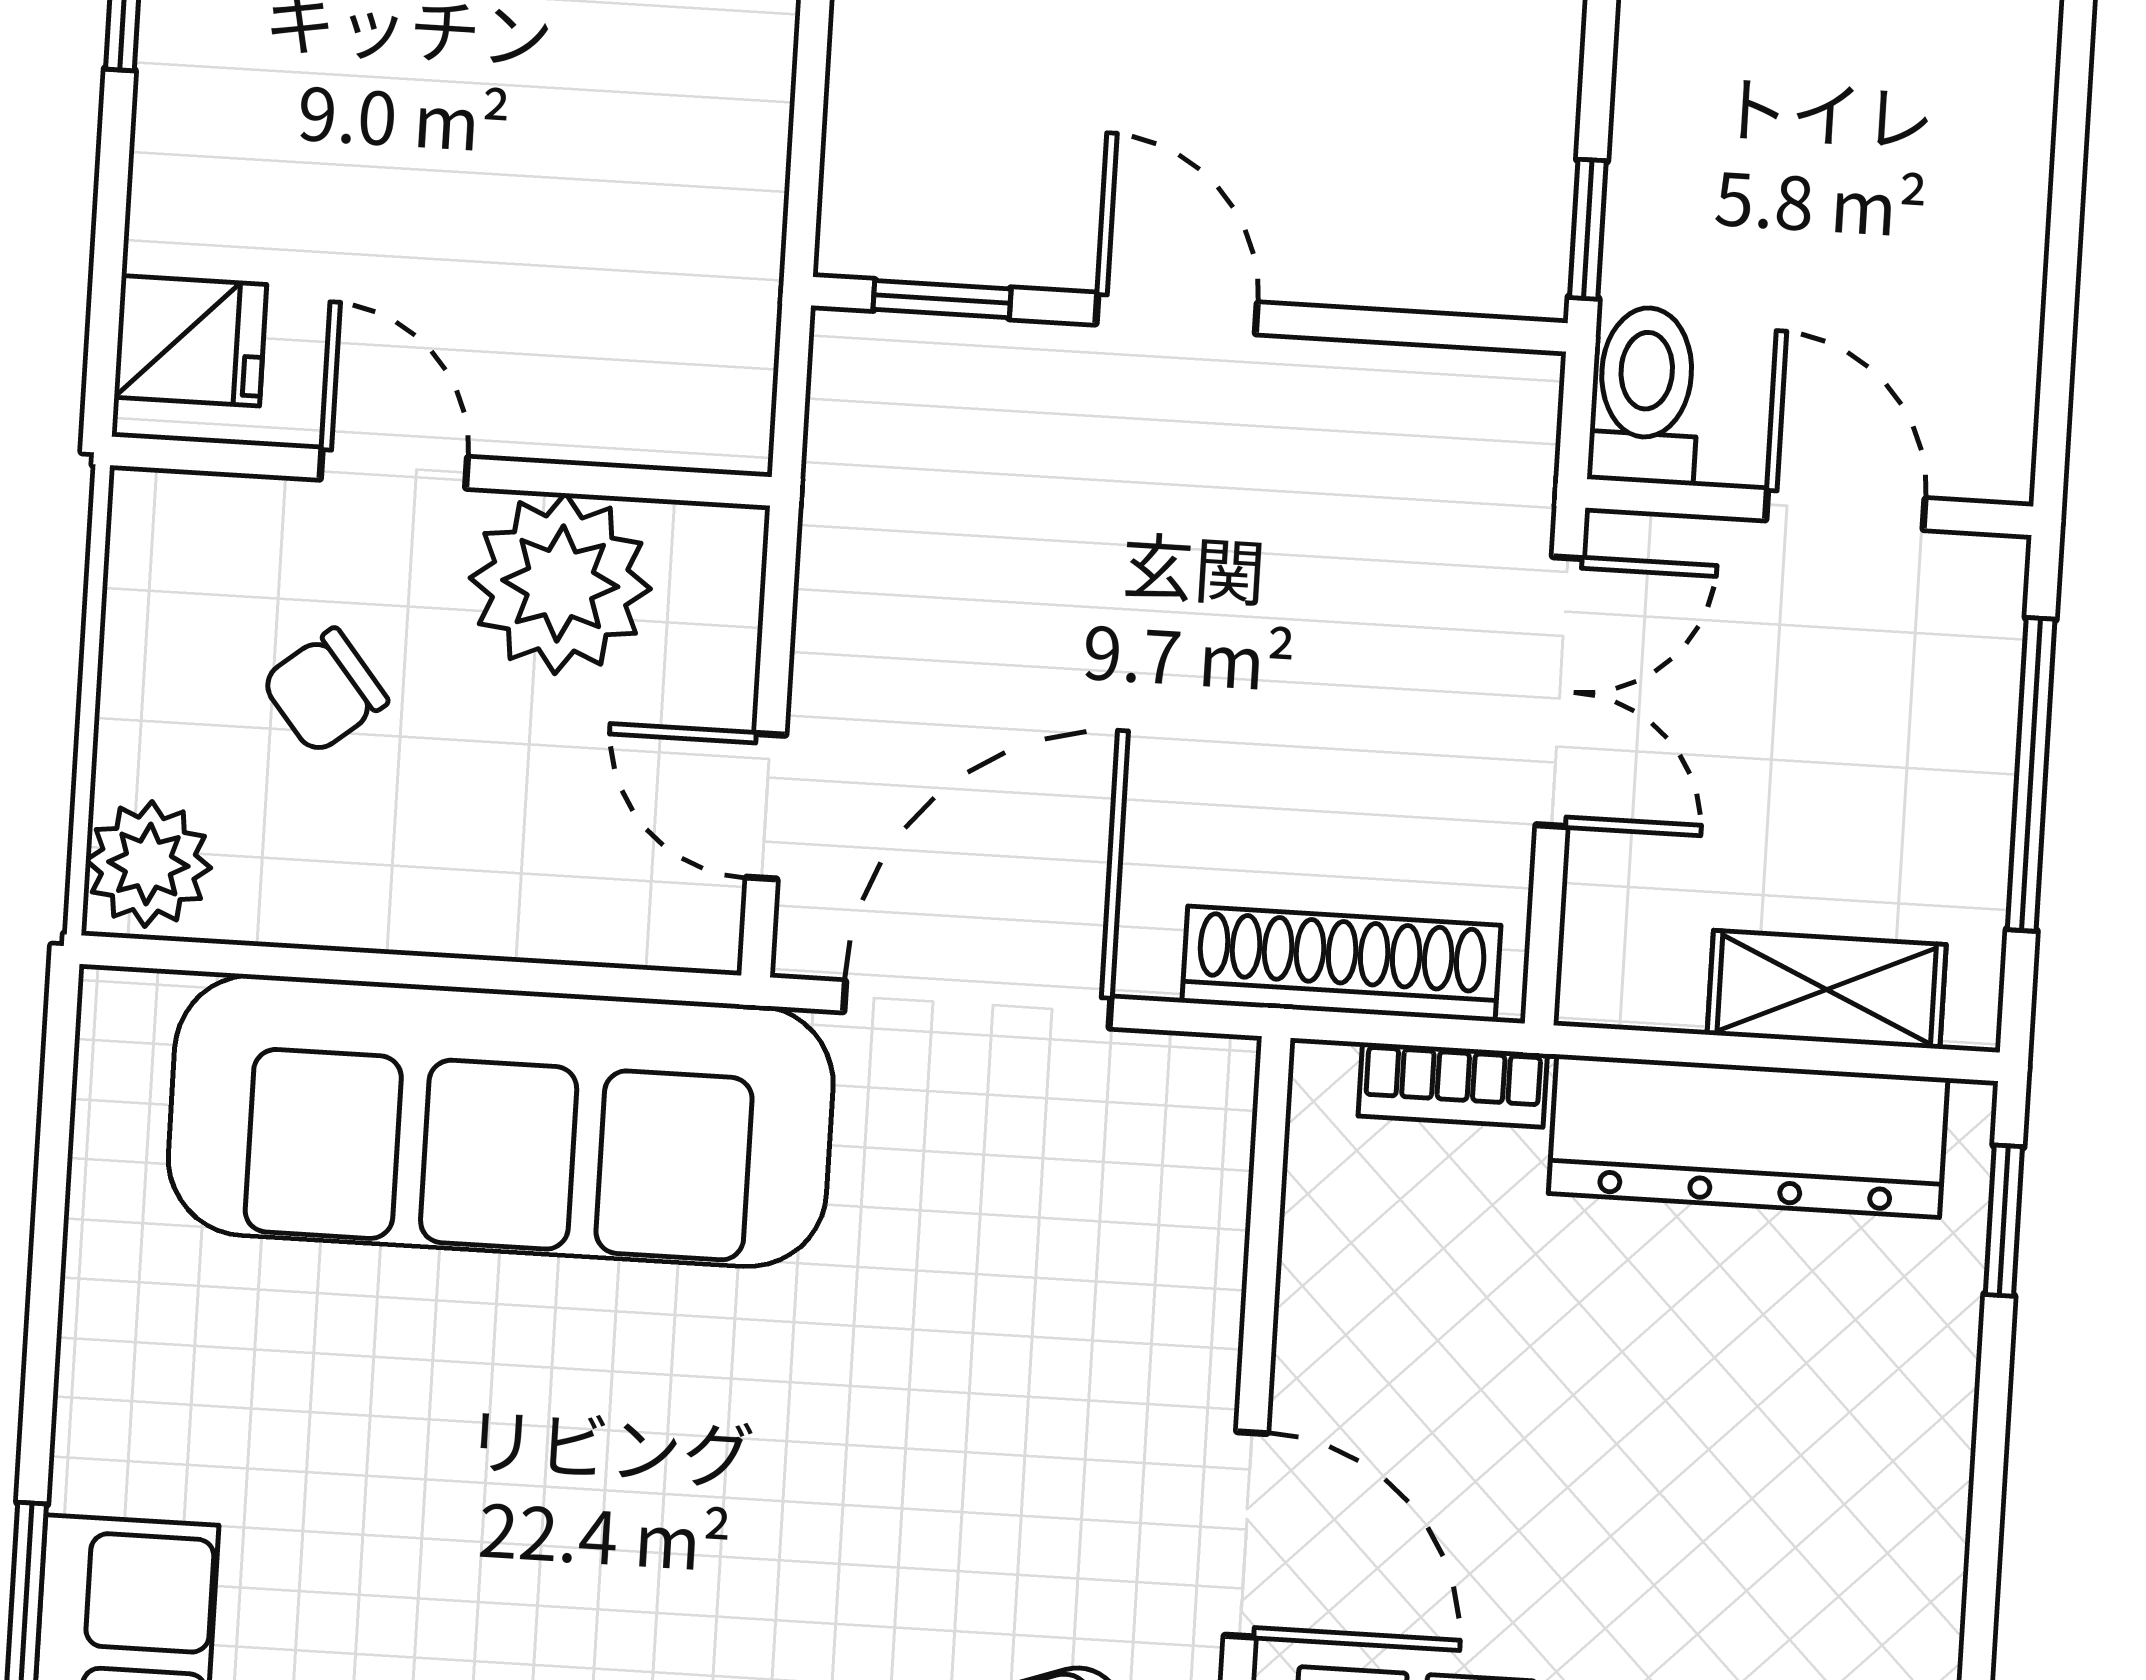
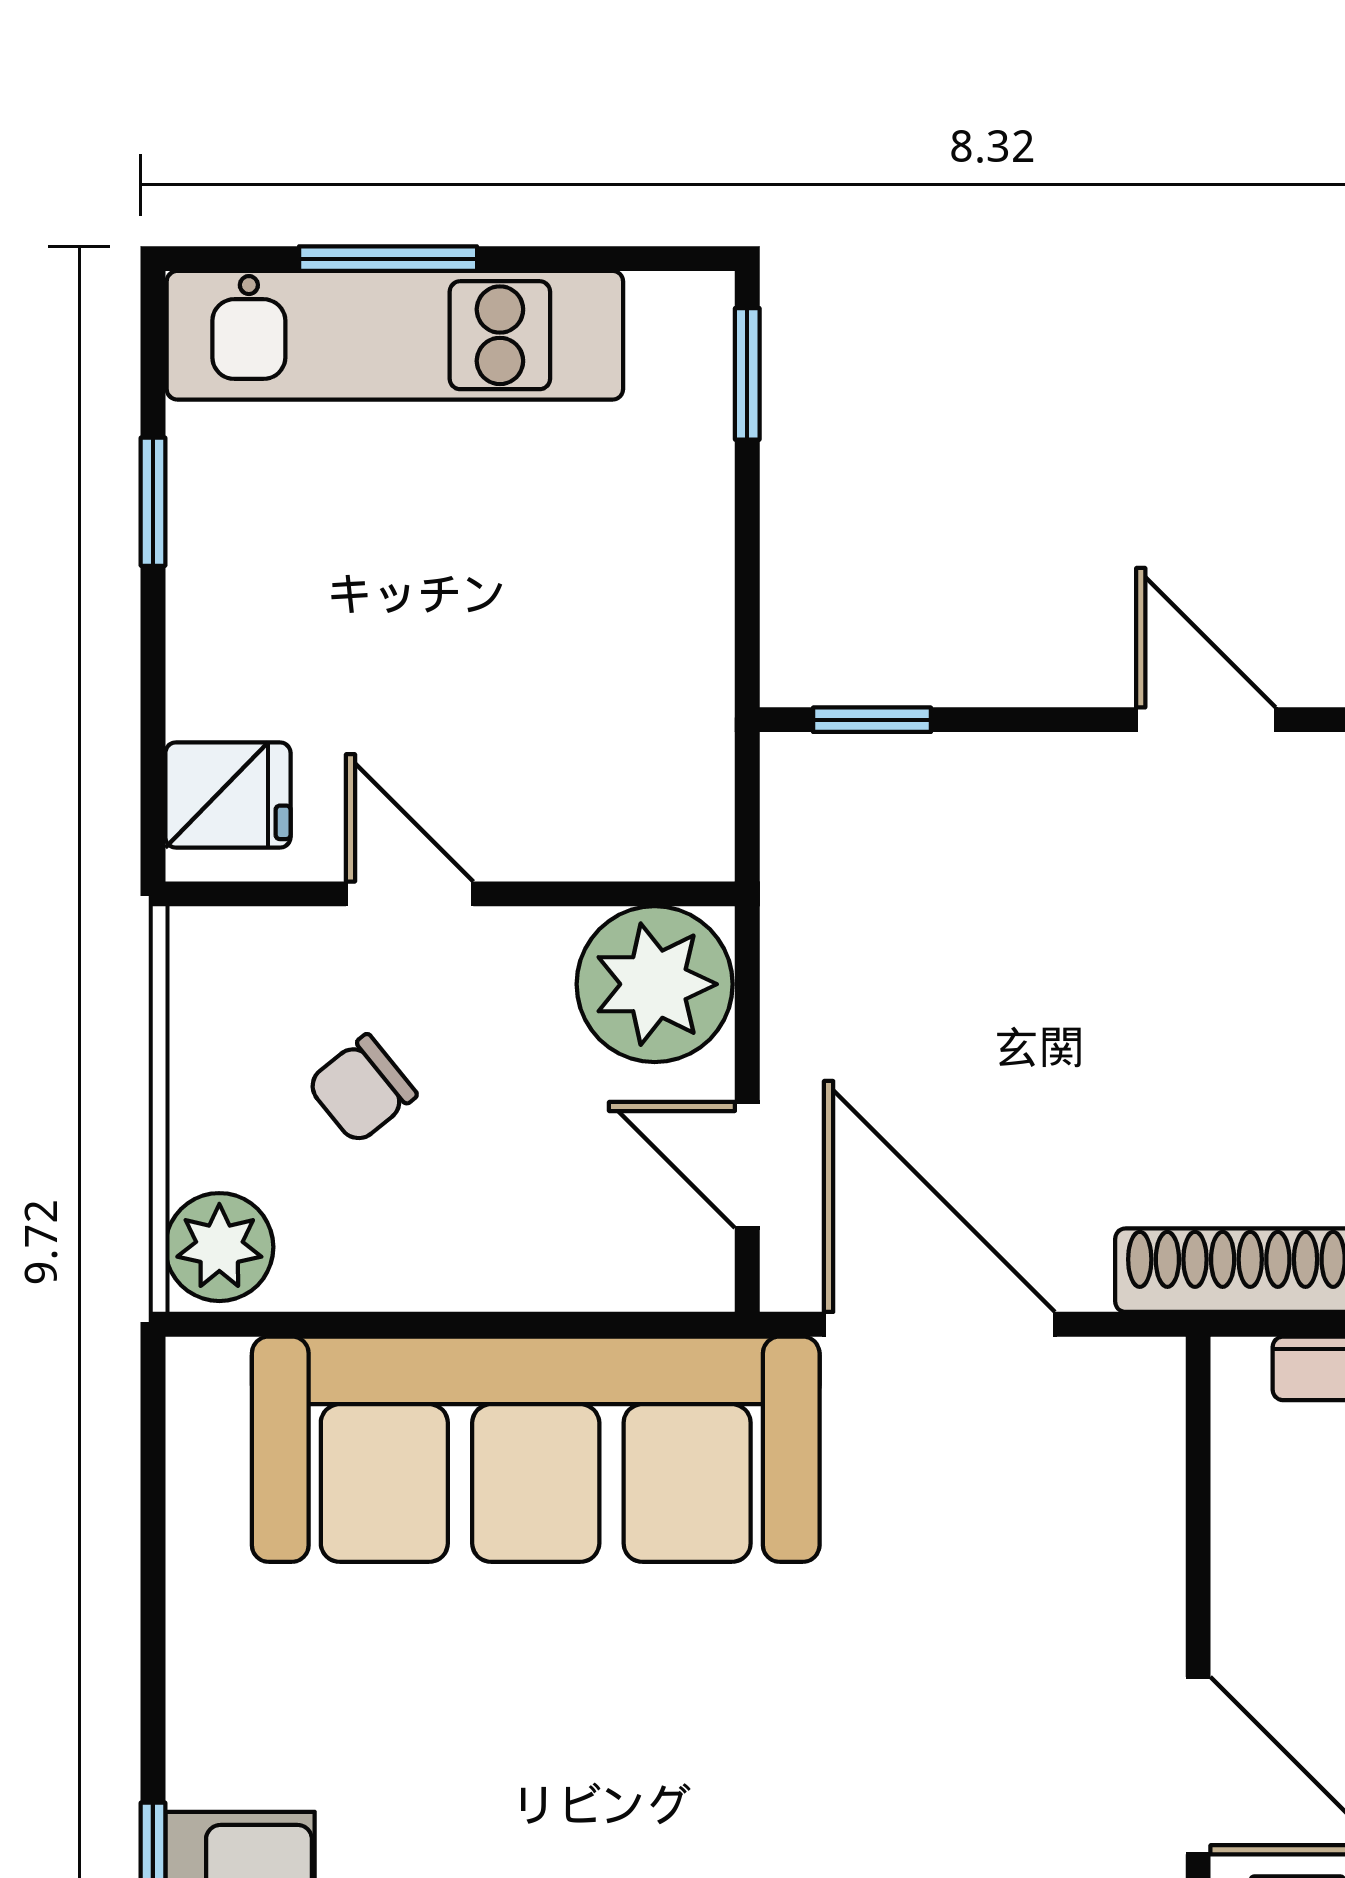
door: (1177, 314) -> (1206, 720), moved
plant: (560, 583) -> (655, 984), moved
door: (977, 1004) -> (939, 1324), hinge flipped

